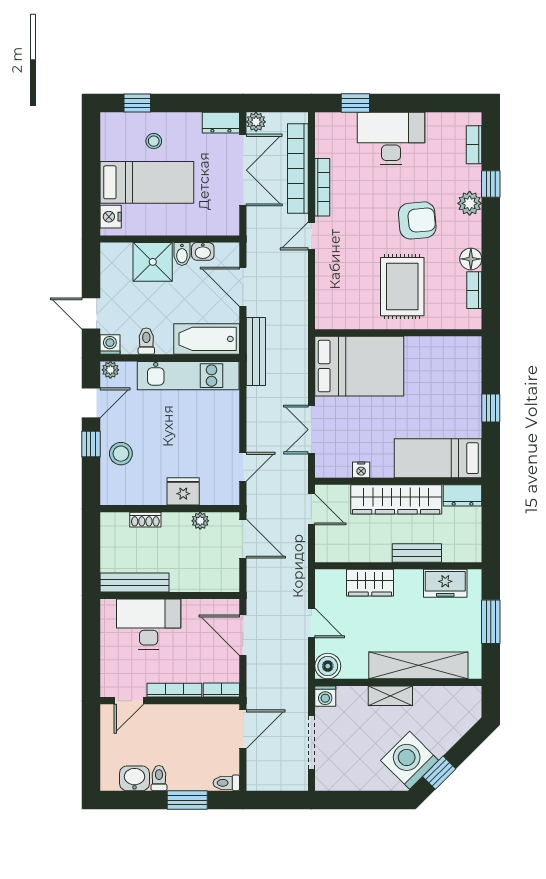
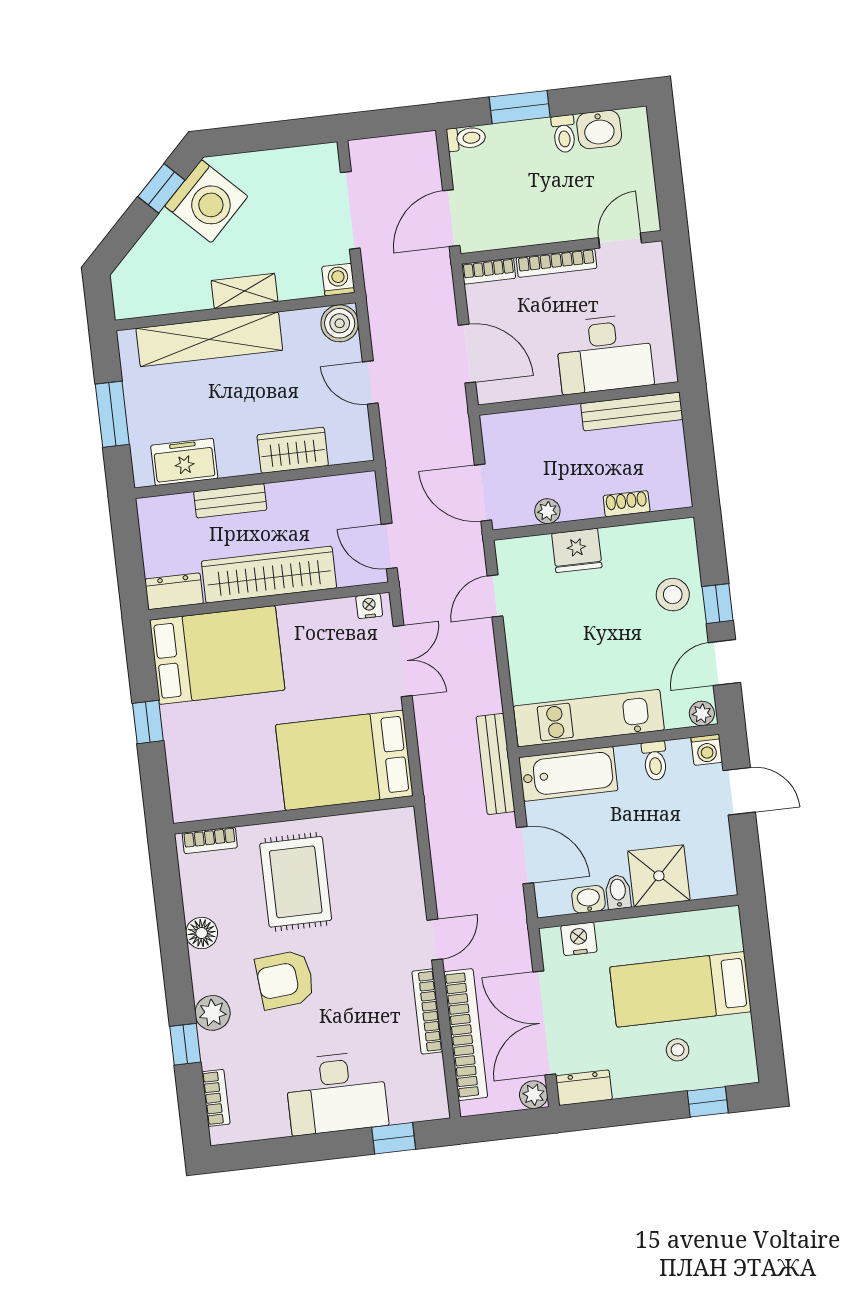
nightstand: (111, 217) -> (579, 939), moved, turned -90
bookcase: (474, 290) -> (210, 840), moved, turned 90
bed: (438, 458) -> (217, 655), width x1.50
nightstand: (361, 470) -> (369, 606), moved

